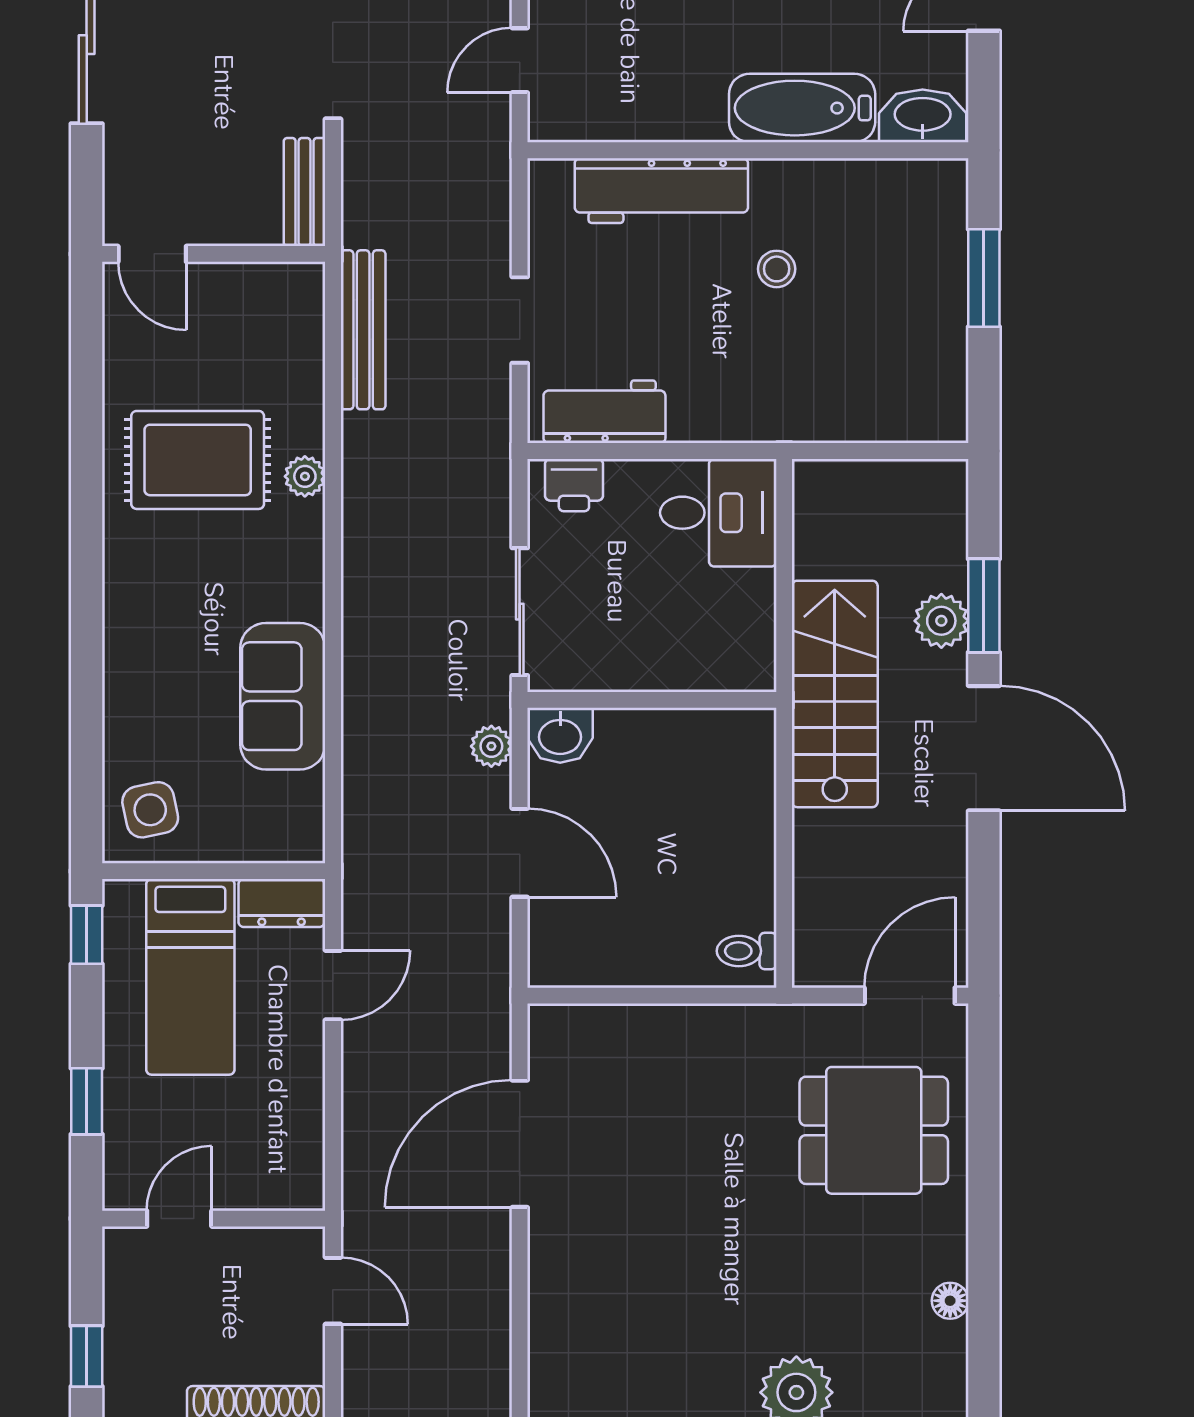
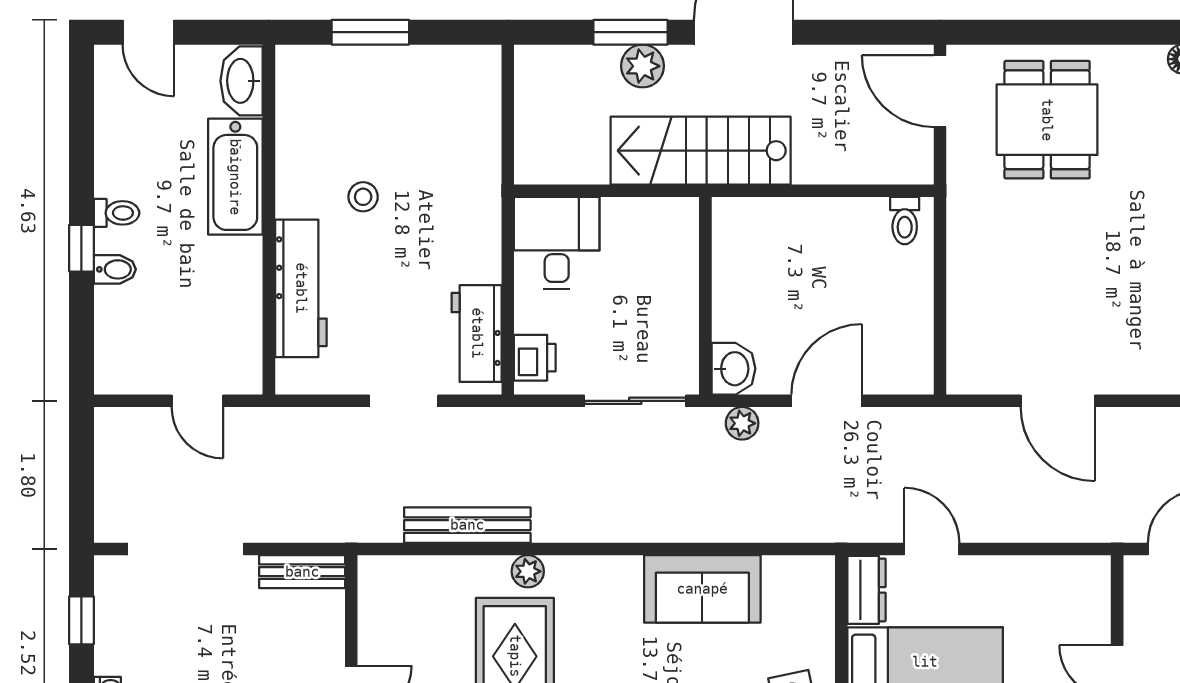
bench: (363, 330) -> (467, 525), moved
door: (520, 1144) -> (1058, 401), width x0.73

